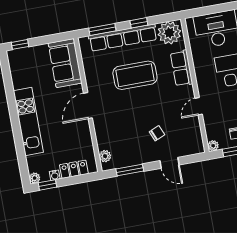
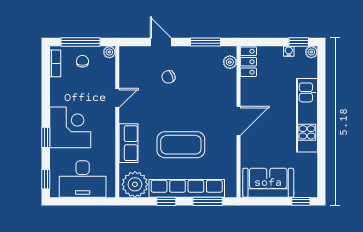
sofa: (65, 63) -> (268, 183), moved, turned -90
locker: (74, 169) -> (248, 62), moved, turned -90

